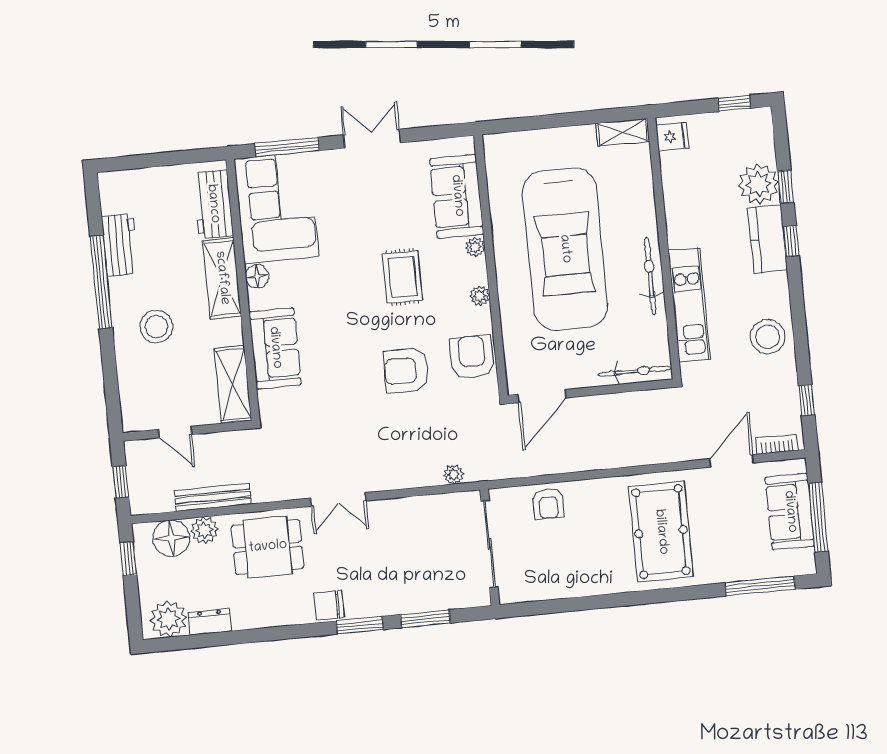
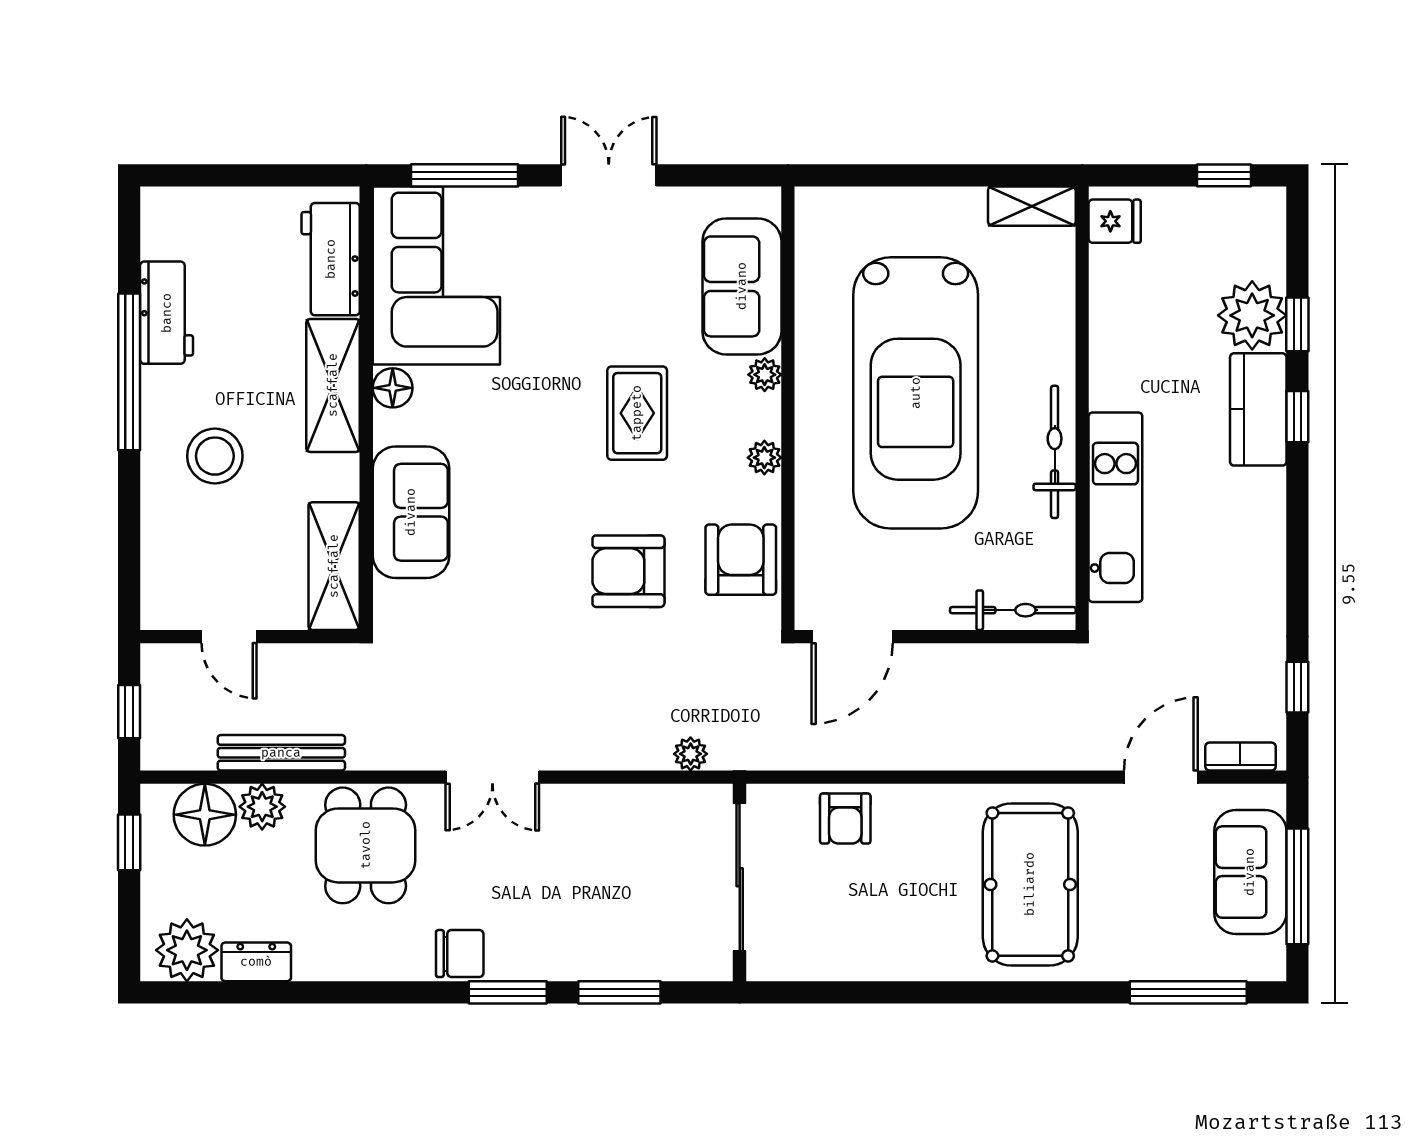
stool: (768, 337) -> (1242, 574), removed
dining table: (268, 547) -> (366, 845), turned 90
chair: (329, 605) -> (460, 954), turned 180

